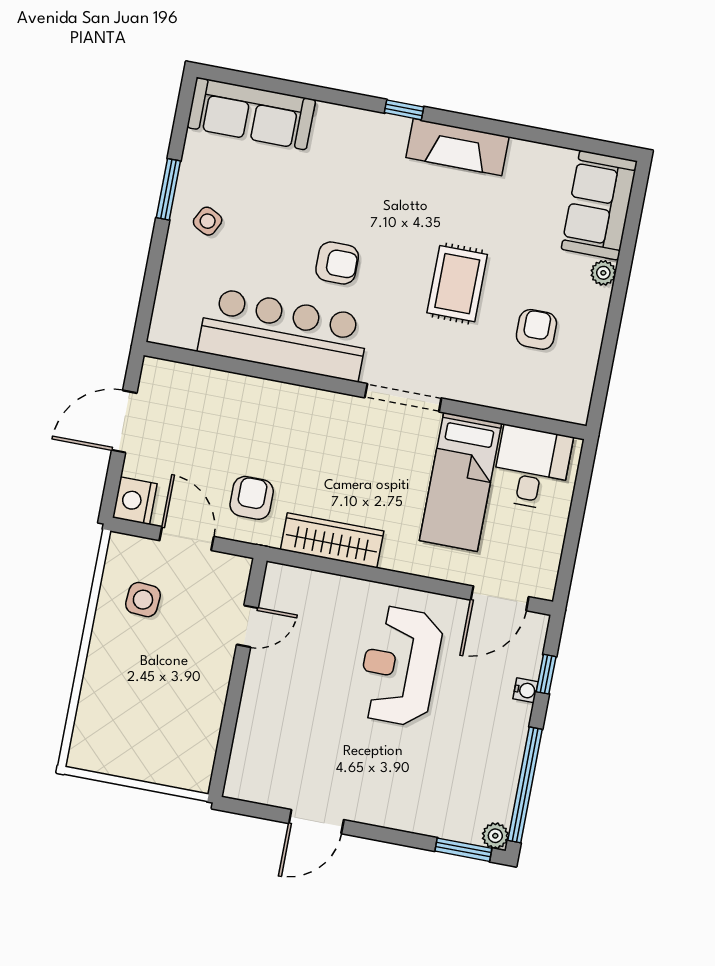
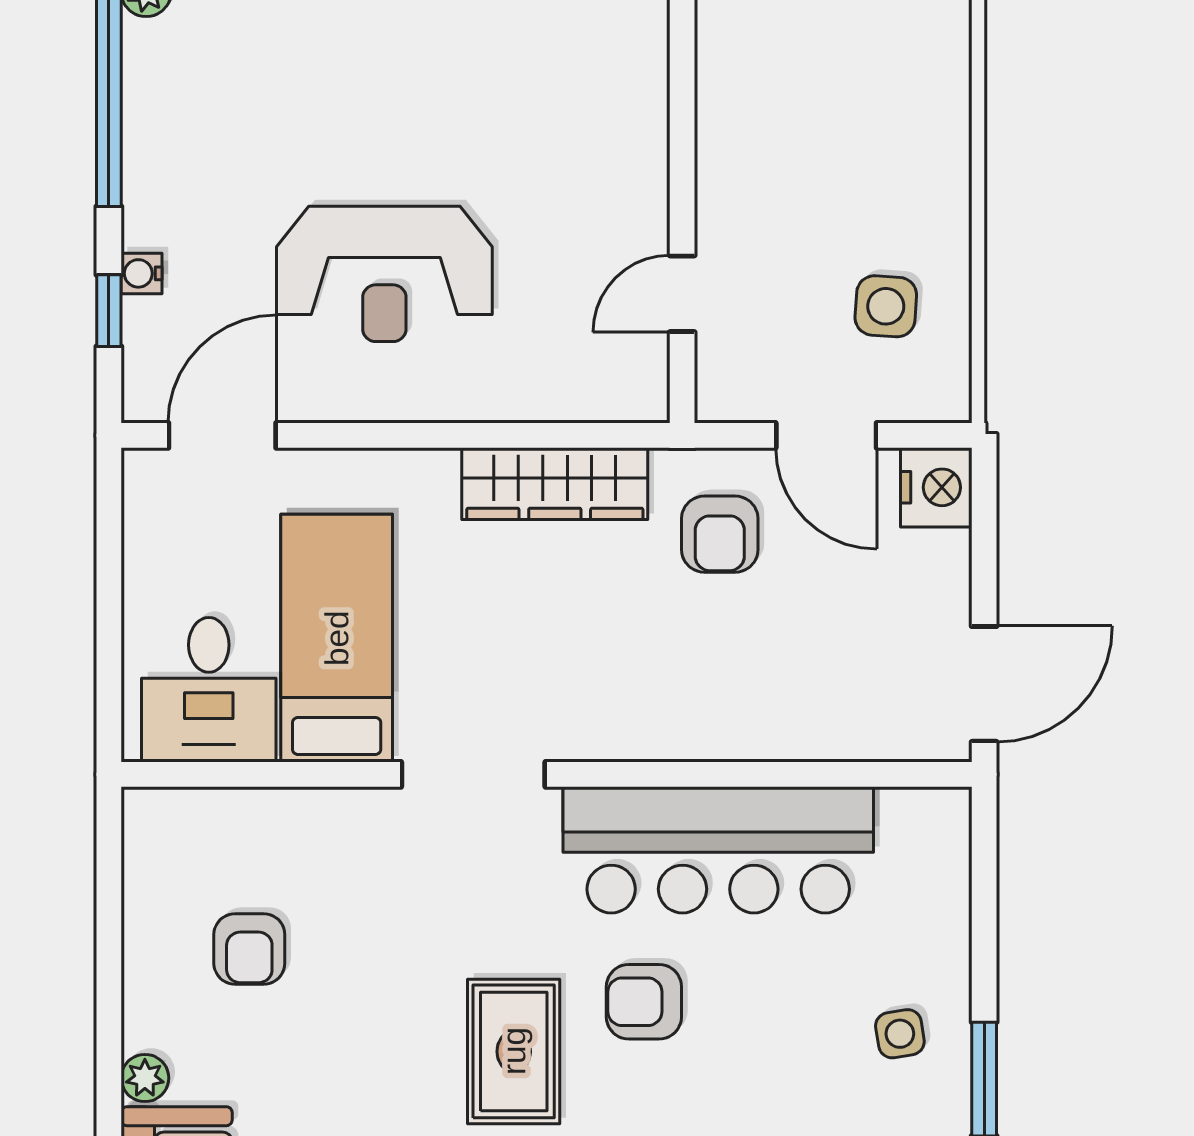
side table: (208, 221) -> (900, 1034), turned -36
rug: (457, 284) -> (514, 1051), moved
door: (124, 422) -> (984, 684), moved
reception desk: (400, 666) -> (384, 274), turned 90

